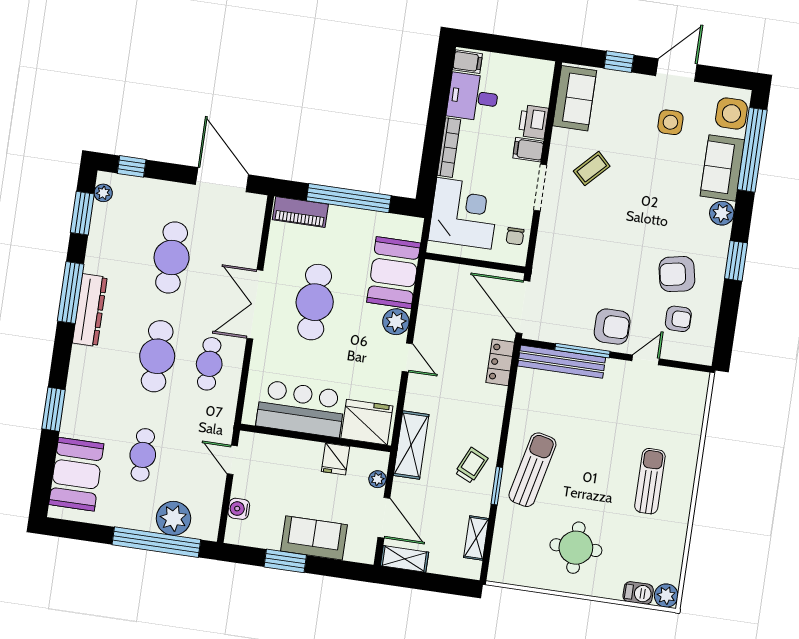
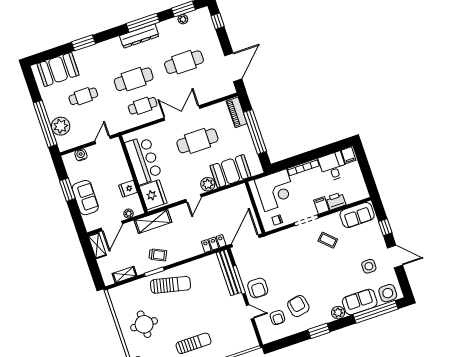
plant: (103, 193) -> (183, 19), moved

